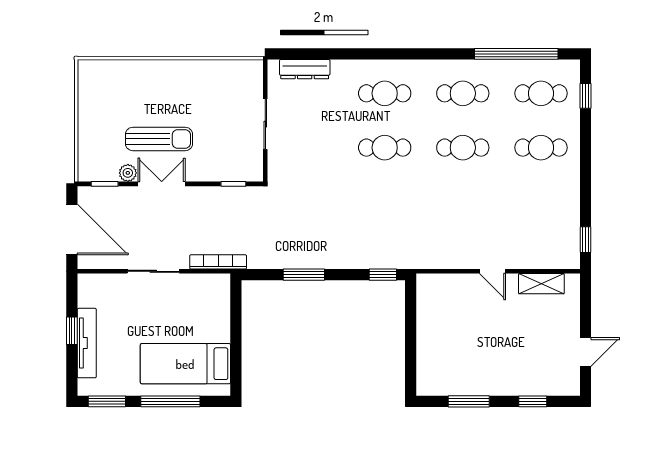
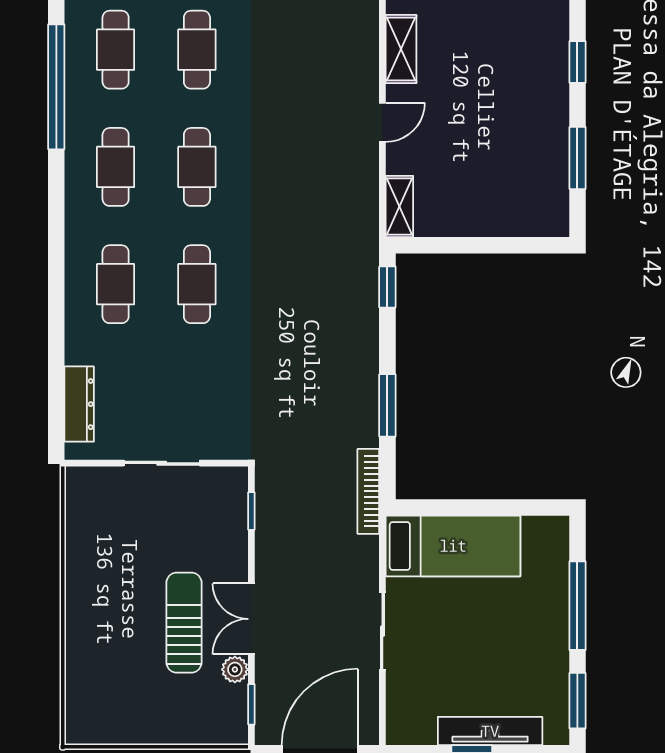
bookcase: (218, 262) -> (368, 491), moved
shelving: (436, 283) -> (399, 206), added
bed: (185, 364) -> (453, 546), moved, turned -90

